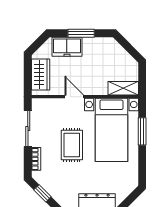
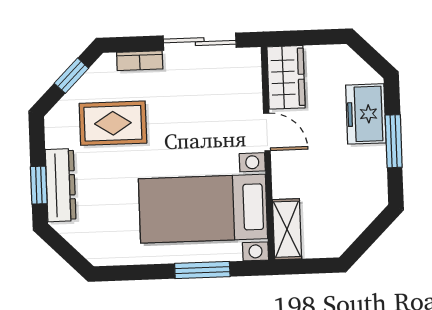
wardrobe: (41, 75) -> (286, 77), moved, turned -90
door: (74, 97) -> (267, 132), hinge flipped
rug: (72, 145) -> (113, 123), moved

